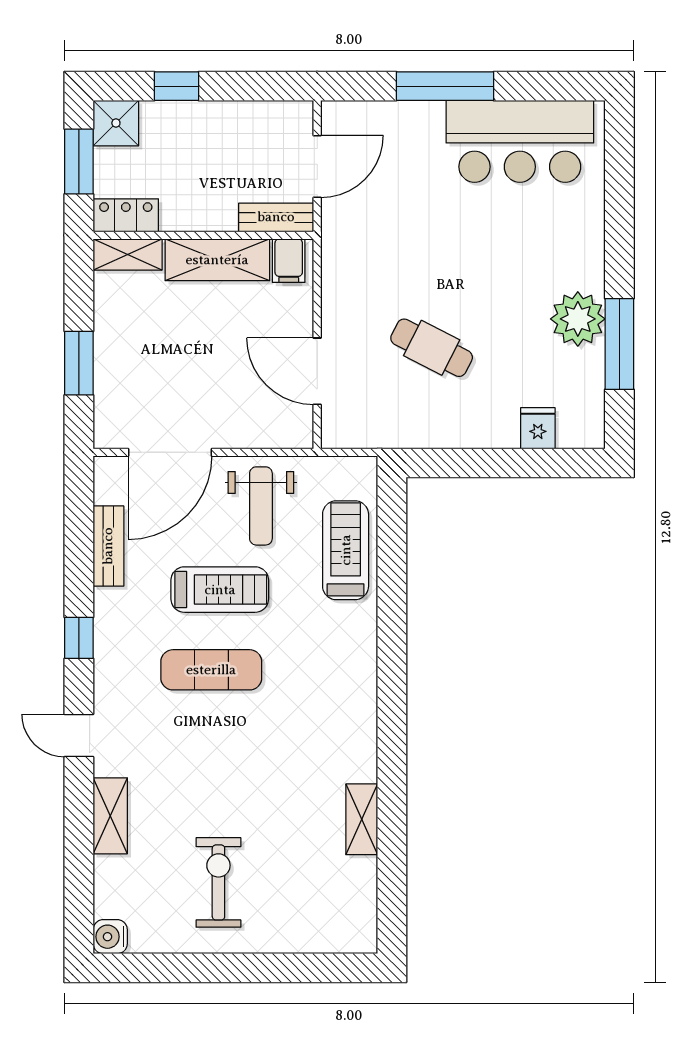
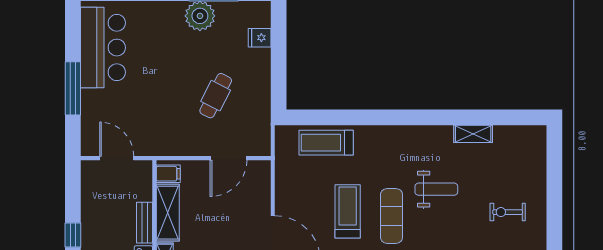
bench: (276, 217) -> (145, 223), moved
weight bench: (261, 506) -> (436, 189), moved
exercise bike: (218, 882) -> (508, 212), width x0.73, depth x0.72

